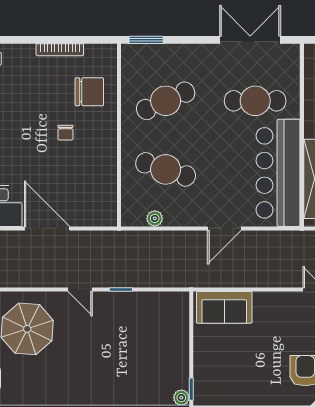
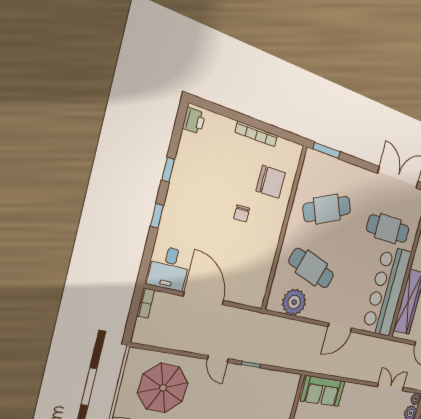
plant: (155, 218) -> (294, 302), width x1.87, depth x1.87

